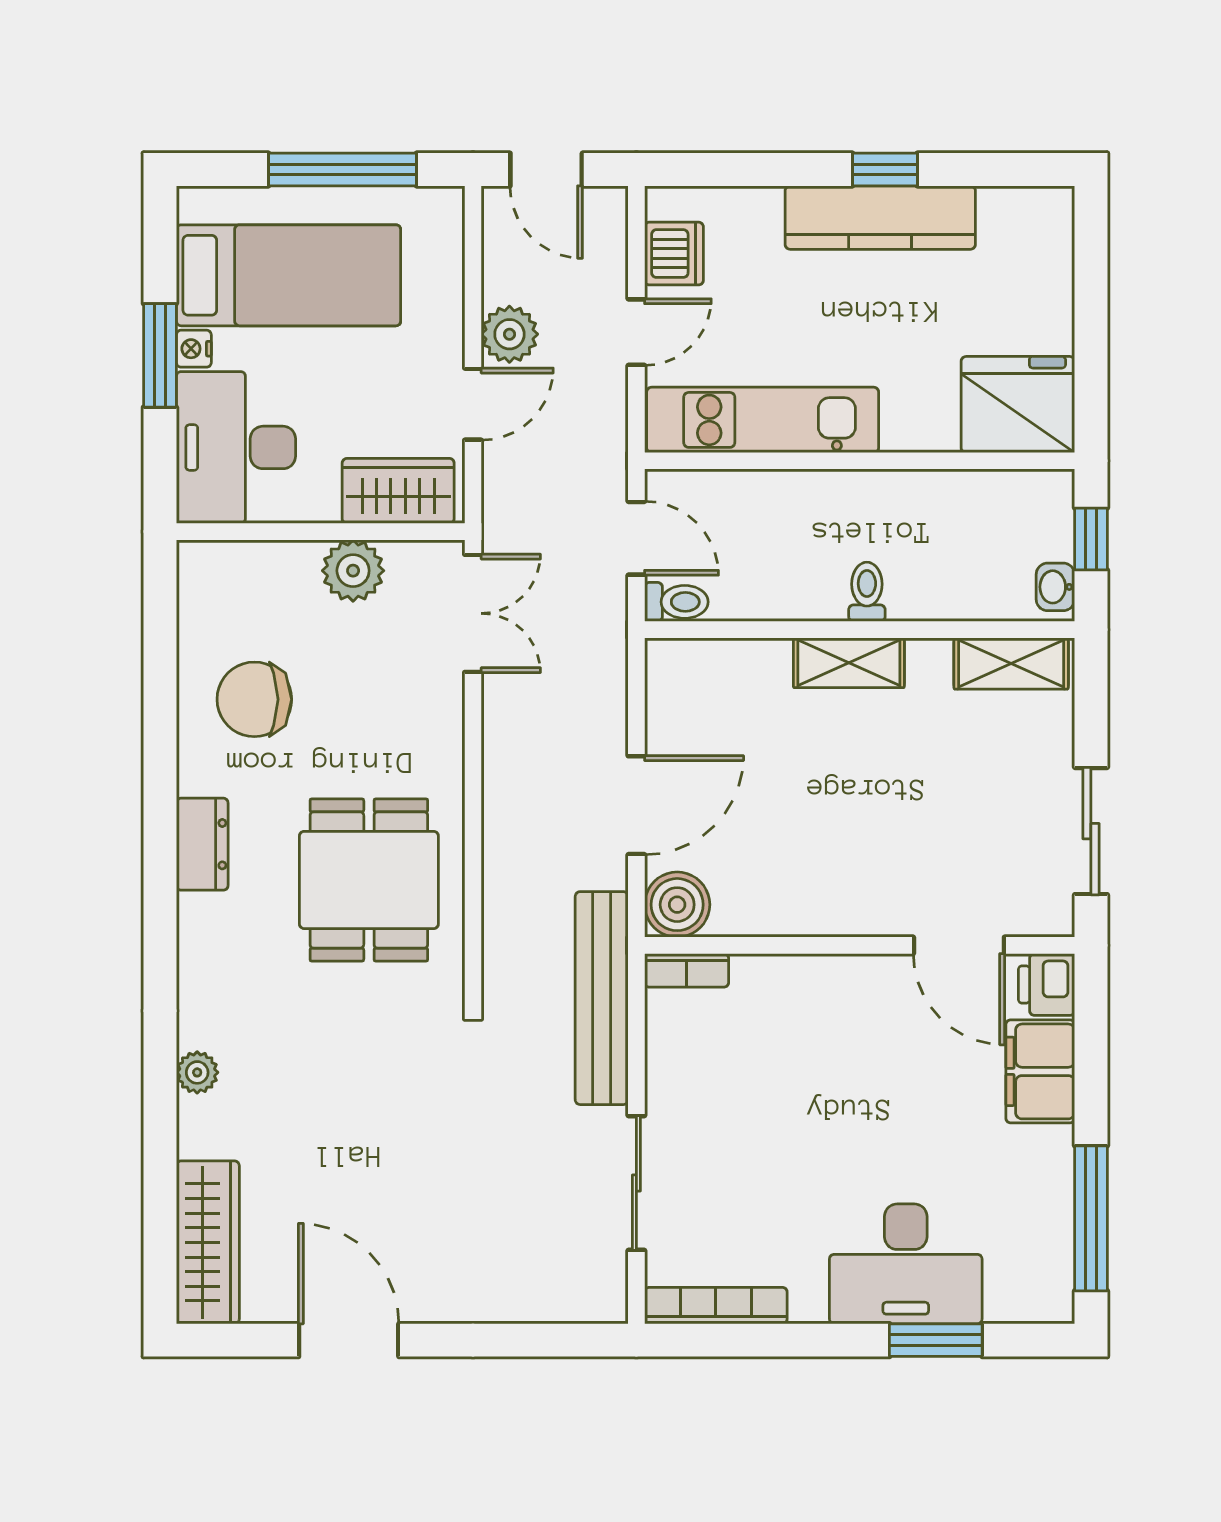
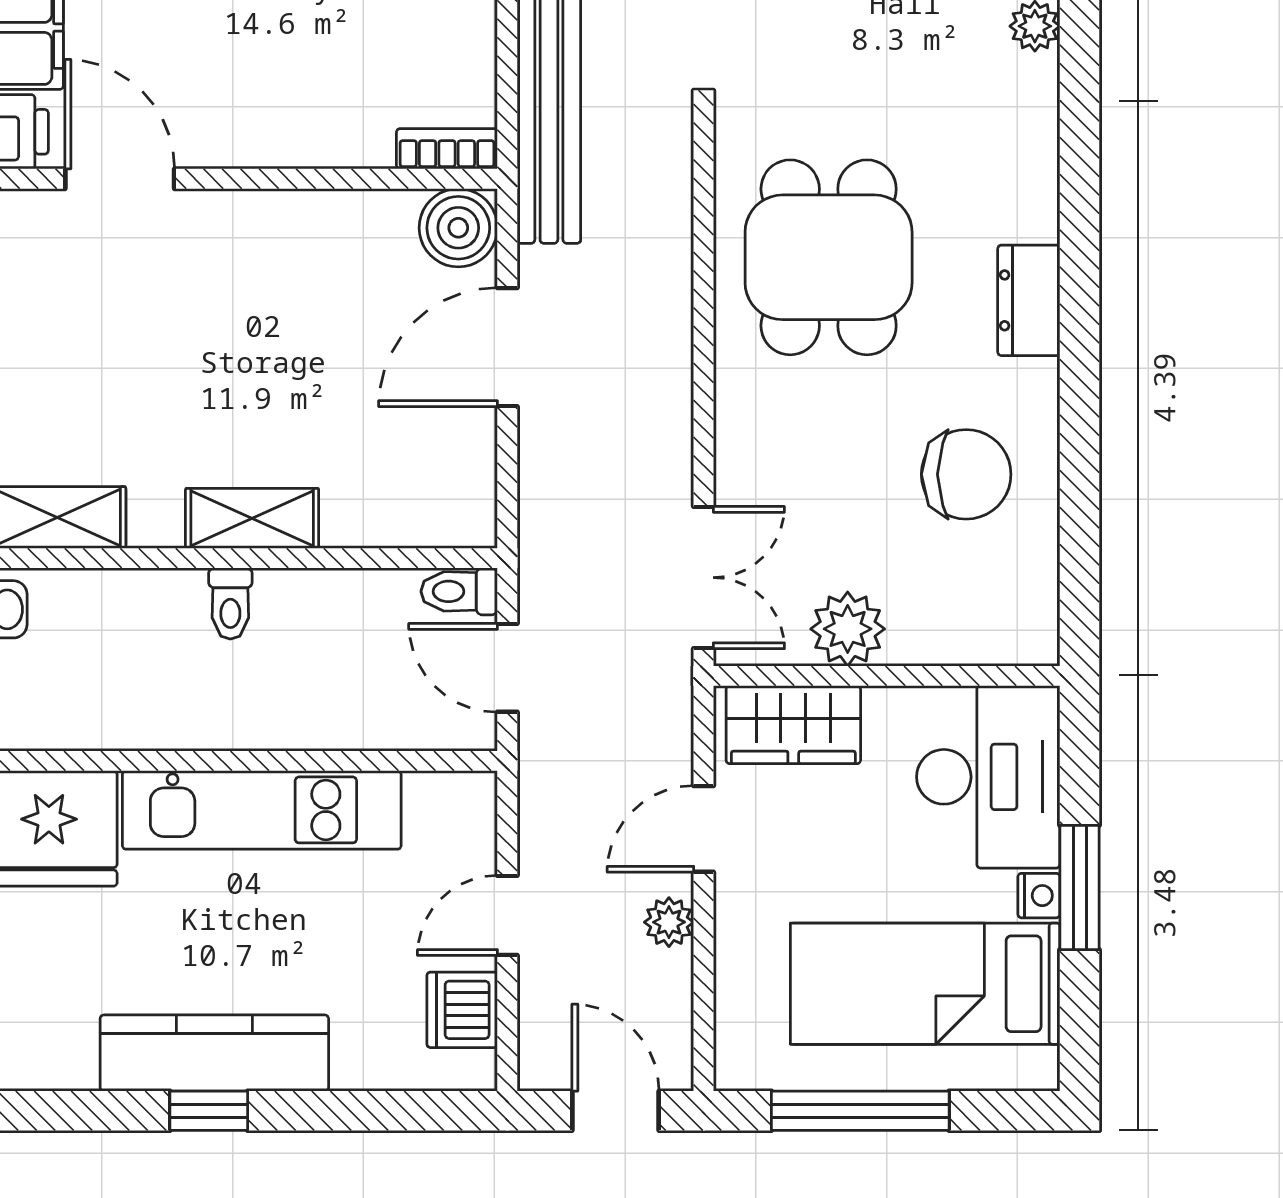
plant: (509, 334) -> (669, 922), width x0.73, depth x0.73
kitchen unit: (763, 420) -> (262, 810), moved
double door: (473, 613) -> (703, 578), swing flipped

